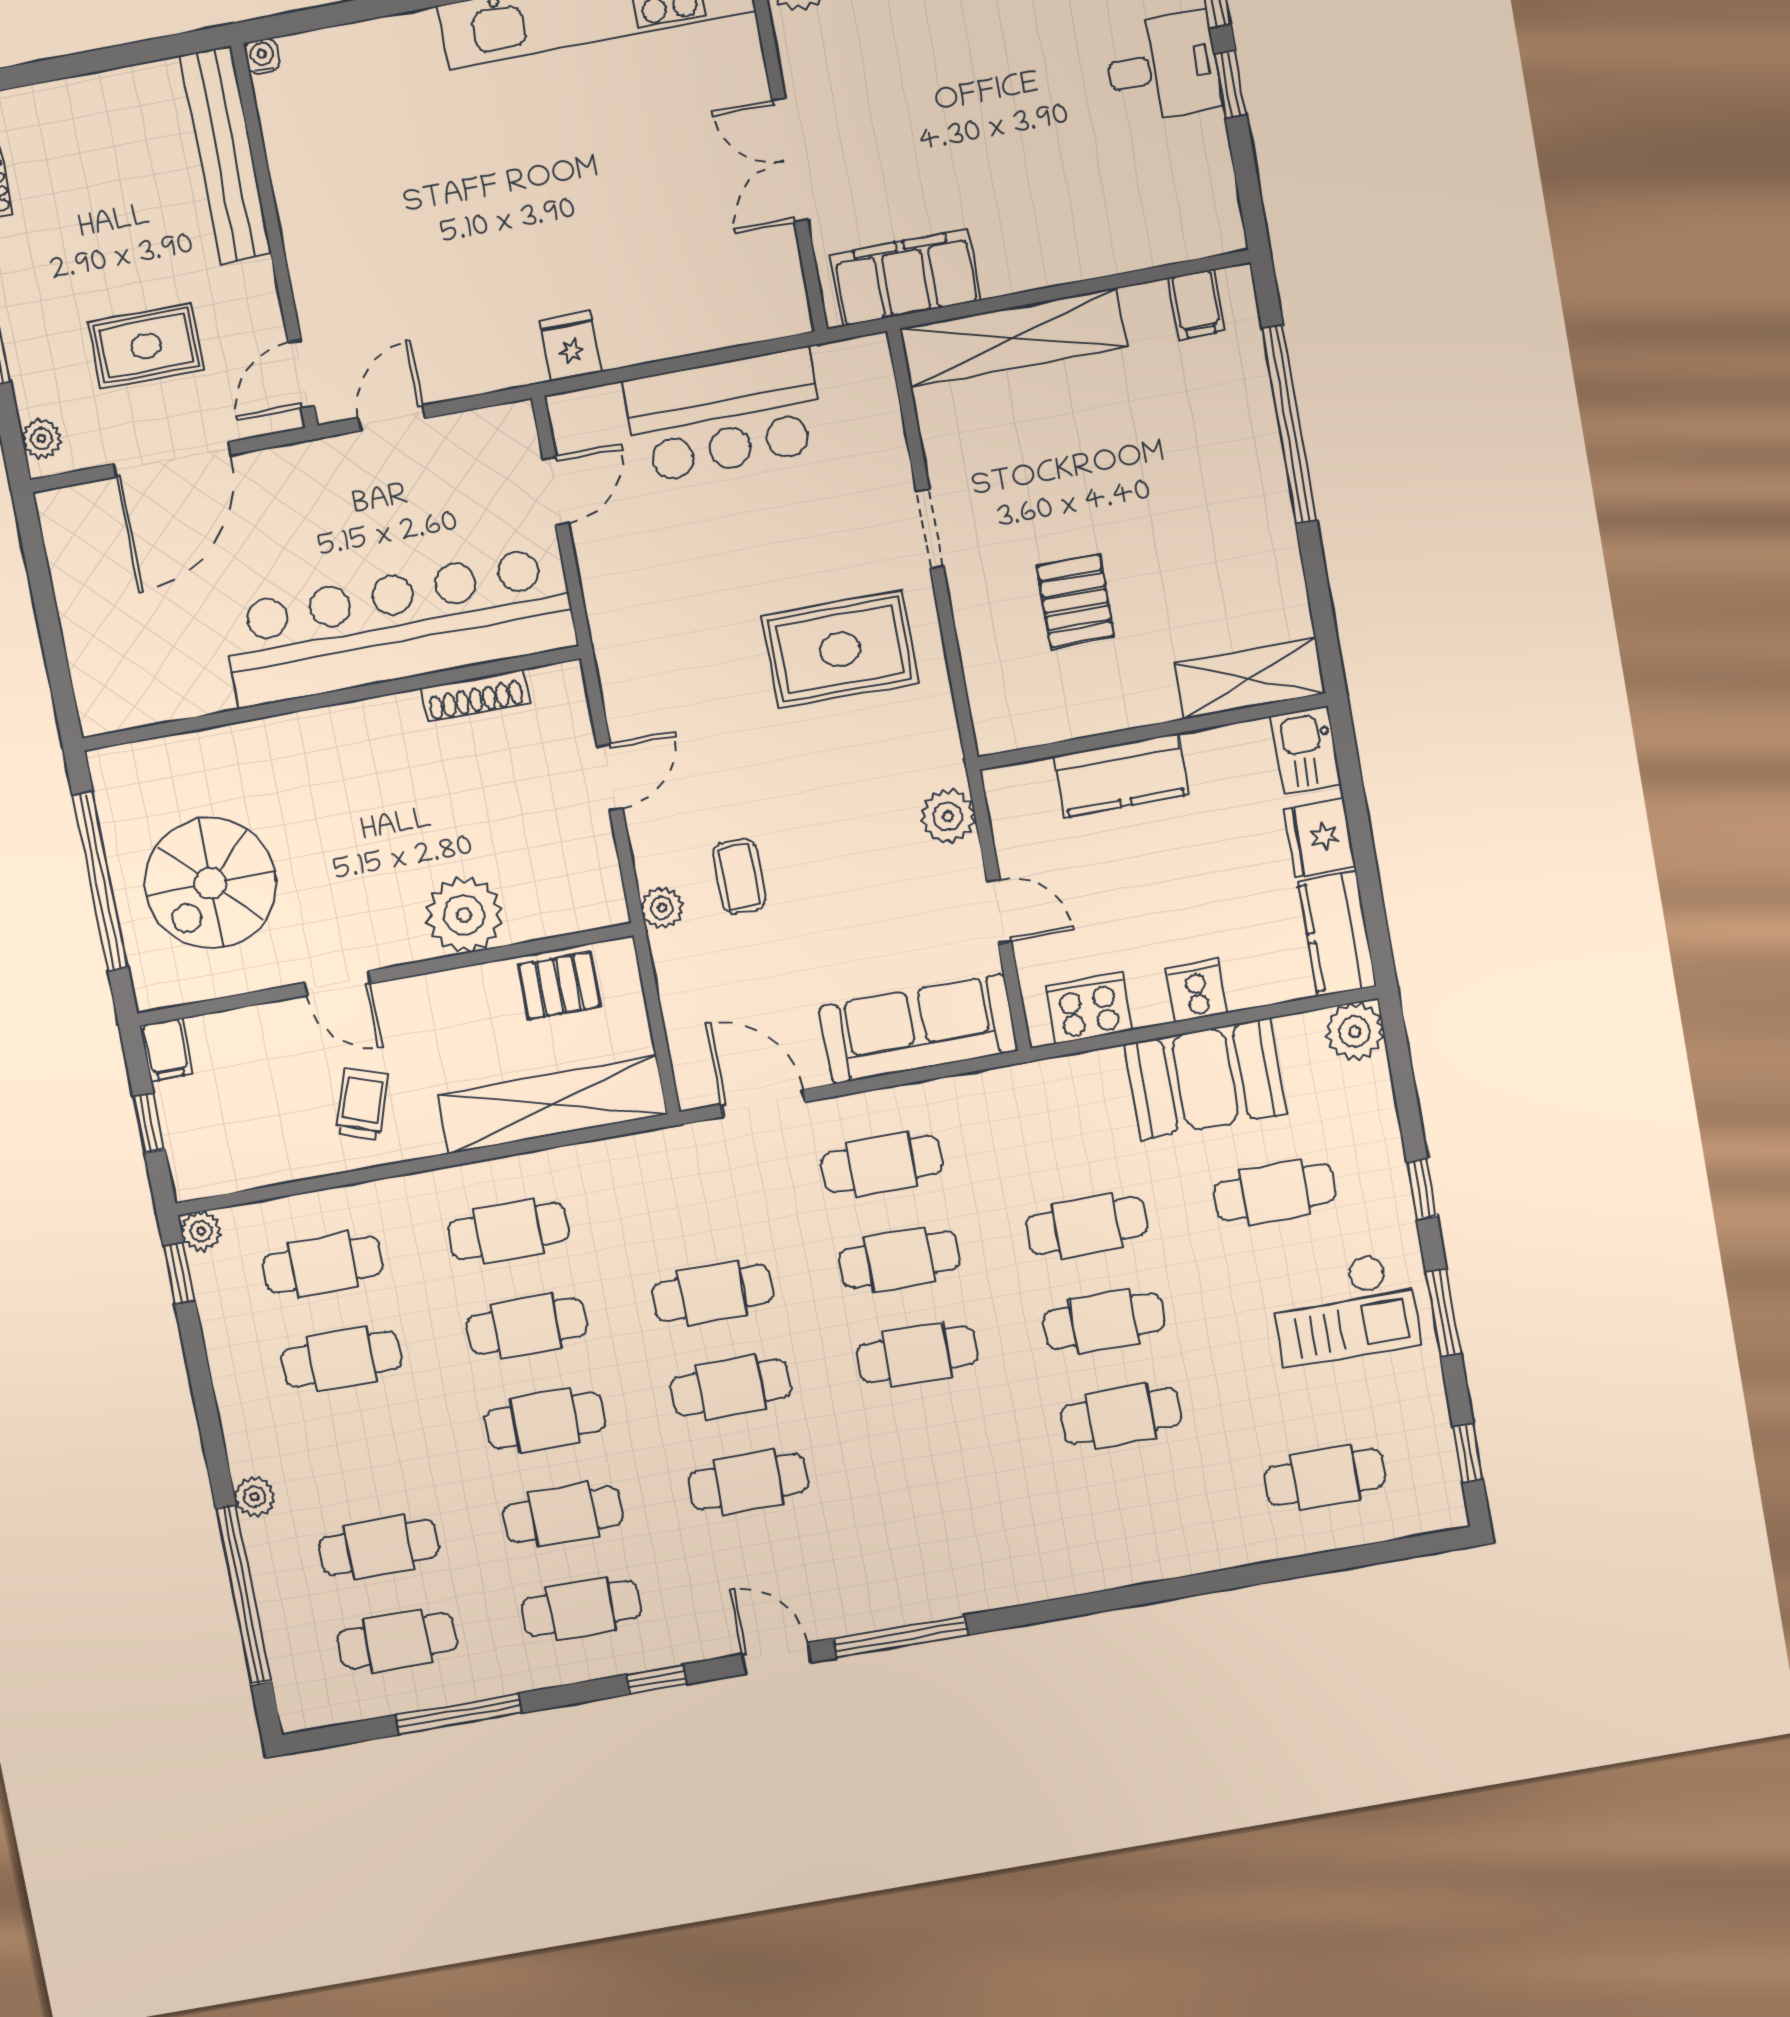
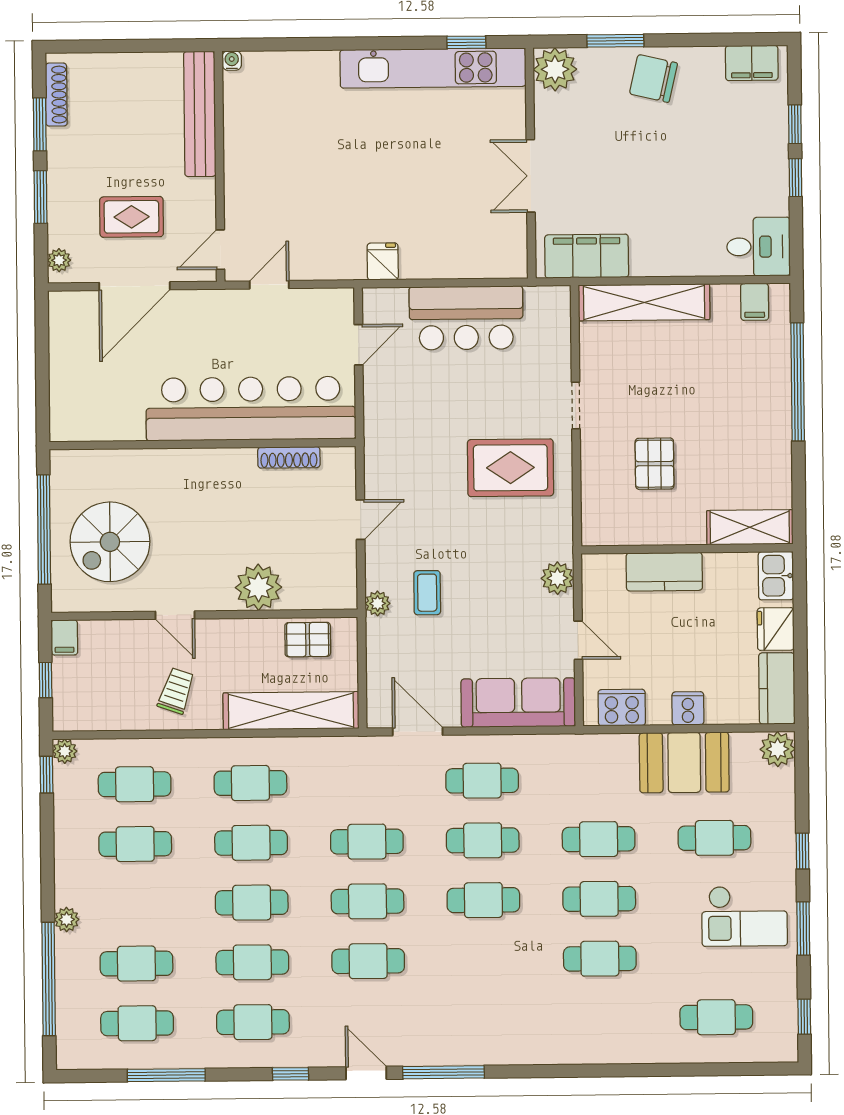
desk: (1162, 67) -> (758, 247), moved

